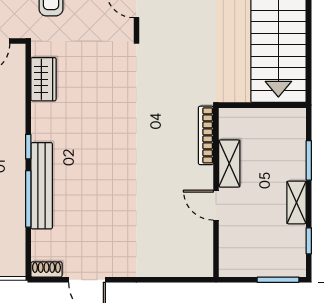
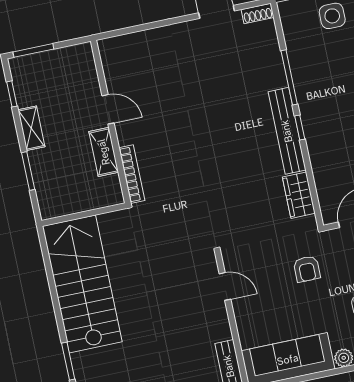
bench: (42, 186) -> (287, 131), moved

